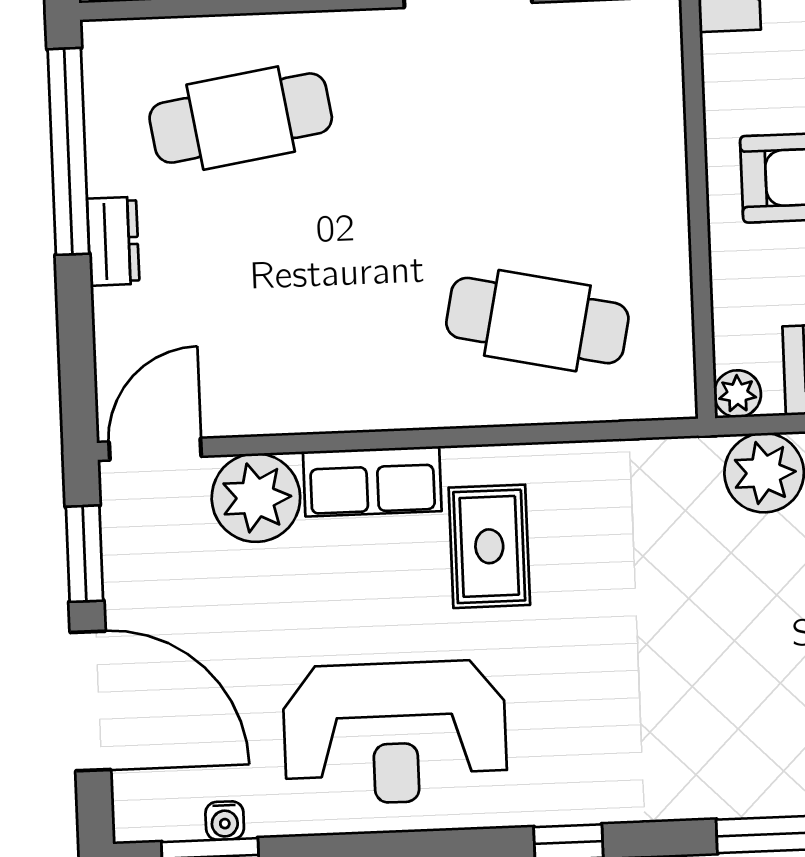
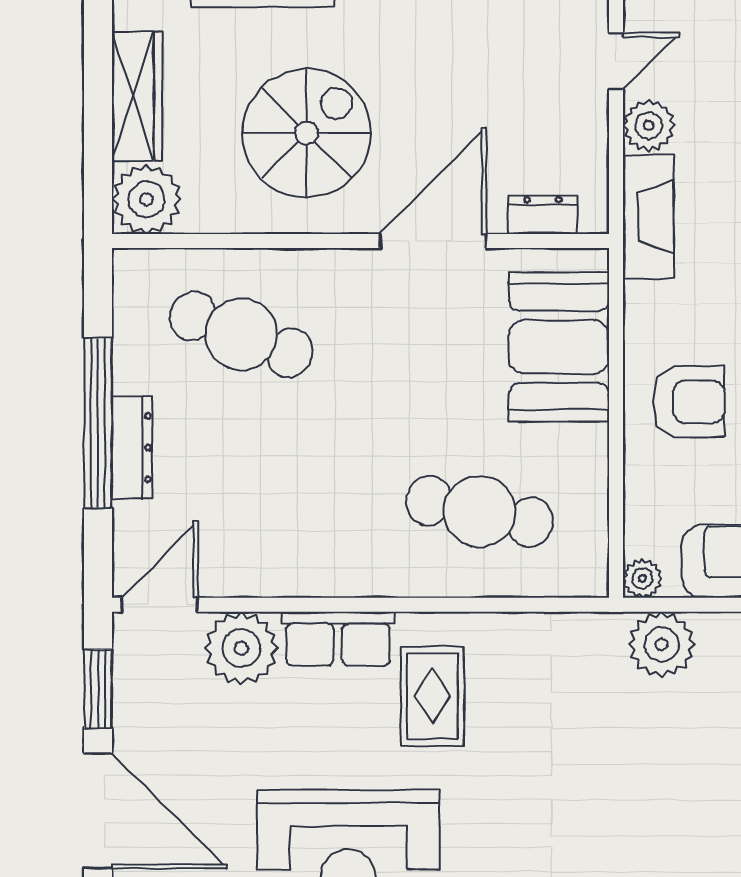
cafe table: (241, 118) -> (241, 334), turned 30
booth: (625, 118) -> (559, 347), added
window: (68, 151) -> (98, 423), moved
dresser: (113, 241) -> (132, 448), width x1.44

